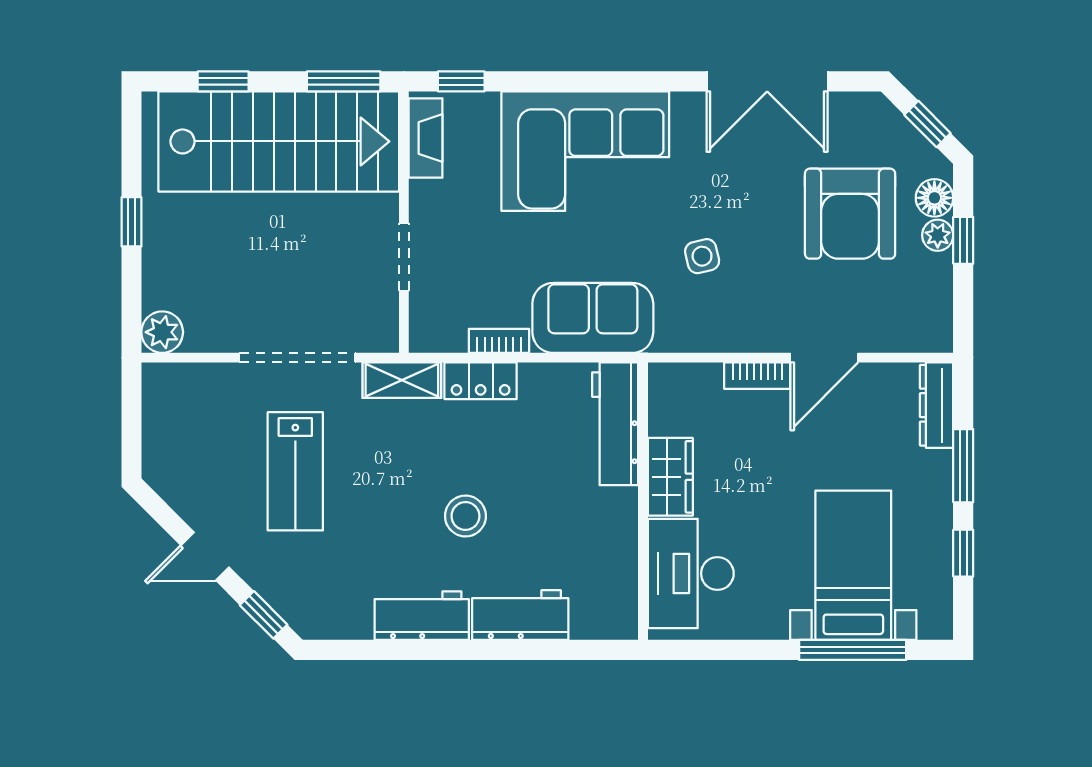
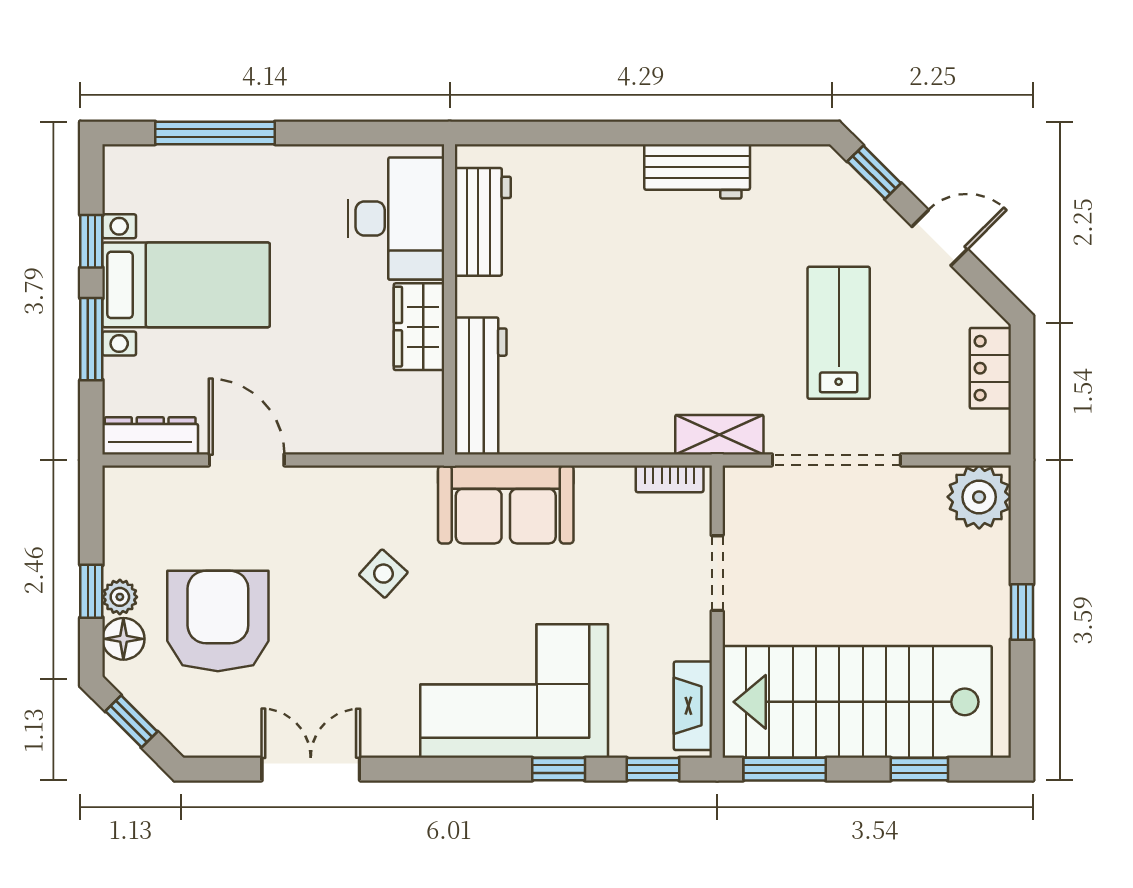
window: (546, 81) -> (559, 769), added
double door: (767, 81) -> (311, 769), width x0.73
side table: (702, 256) -> (383, 574), turned -35
plant: (162, 332) -> (979, 497), width x1.36, depth x1.36
bookcase: (499, 341) -> (670, 479), moved
door: (824, 358) -> (247, 460), hinge flipped
bookcase: (757, 376) -> (322, 440), removed
locker: (481, 381) -> (990, 368), moved, turned -90
dresser: (937, 405) -> (150, 436), moved, turned -90
stool: (465, 516) -> (648, 283), removed
bed with nightstands: (853, 565) -> (186, 285), moved, turned -90
workbench: (520, 615) -> (483, 222), moved, turned -90

